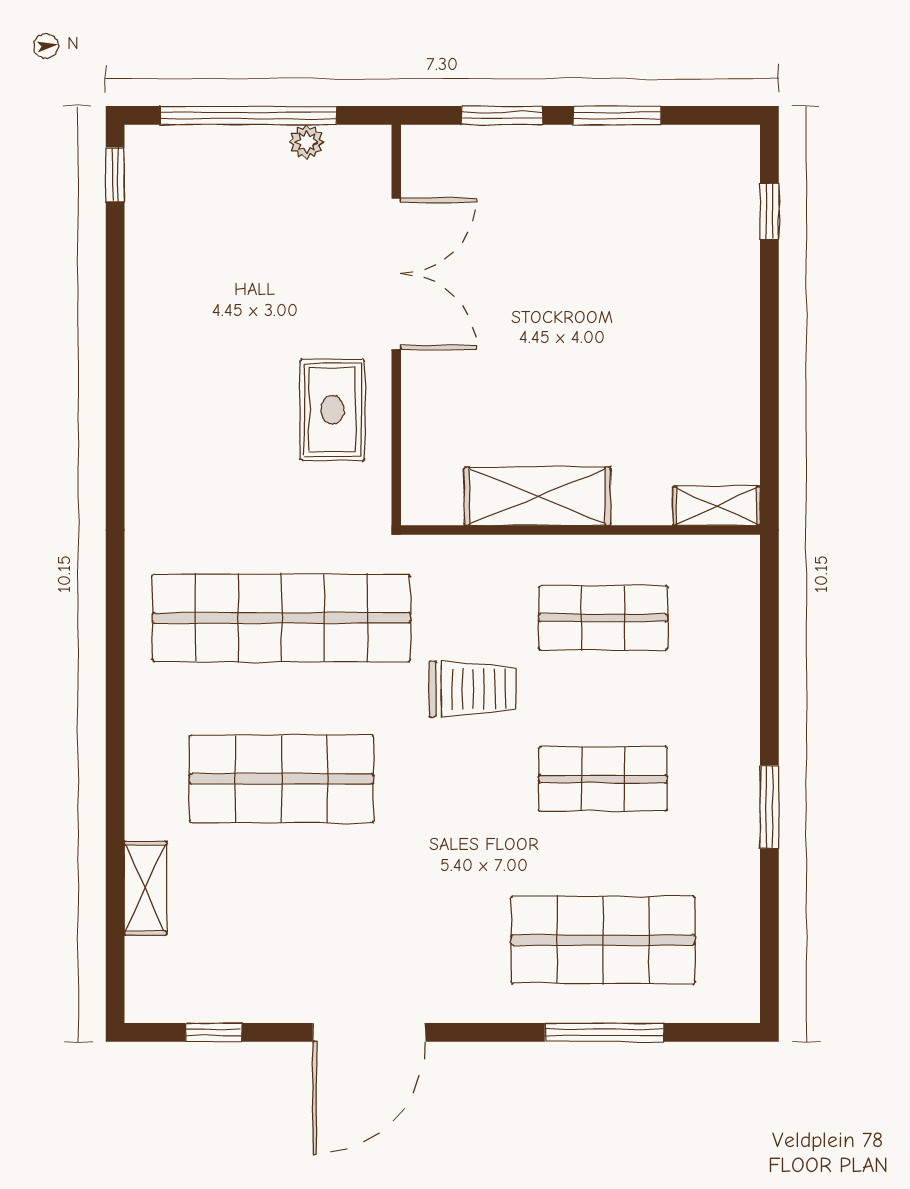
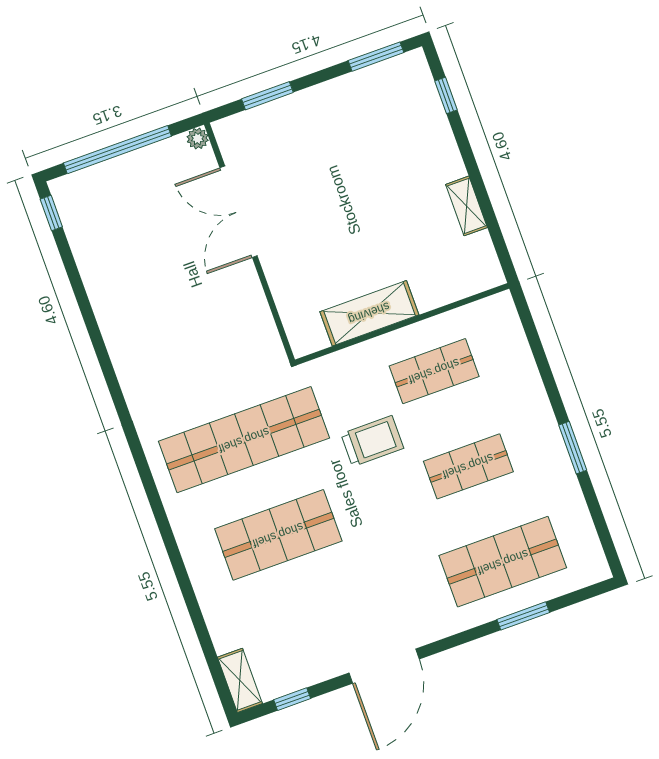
window: (617, 115) -> (376, 57), moved
plant: (307, 142) -> (198, 139), moved
double door: (396, 274) -> (239, 212), swing flipped
rug: (332, 410) -> (230, 306), removed
shelving: (717, 506) -> (467, 206), moved, turned 90
shelving: (145, 888) -> (240, 680), moved
window: (604, 1032) -> (523, 616), width x0.69

